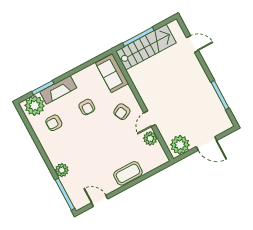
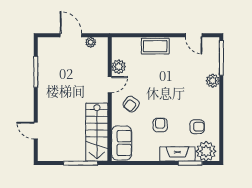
stairs: (146, 47) -> (97, 132), moved, turned -90
armchair: (122, 112) -> (131, 104), turned 153
plant: (180, 145) -> (91, 42), width x0.53, depth x0.53

